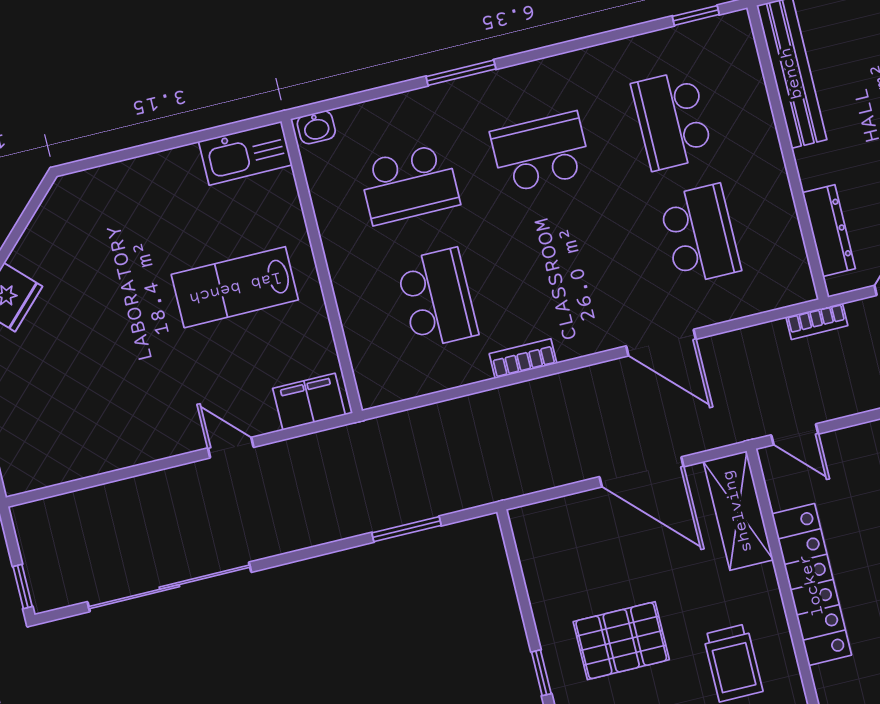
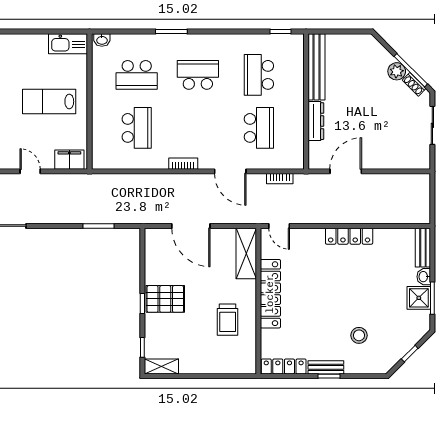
dresser: (829, 231) -> (316, 121), moved
bookcase: (817, 321) -> (280, 179), moved
bookcase: (523, 359) -> (183, 164), moved
door: (642, 472) -> (191, 226), moved
pallet: (621, 641) -> (165, 299), moved

